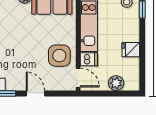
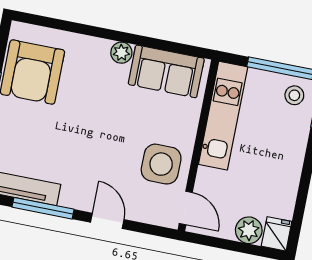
fridge: (131, 50) -> (277, 234), moved, turned 90
dishwasher: (89, 59) -> (210, 180), removed

